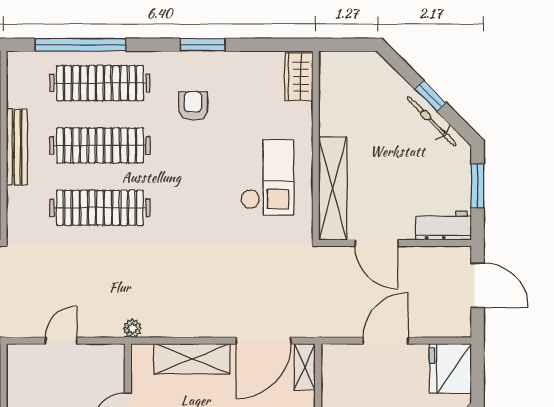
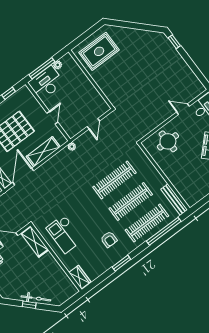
bicycle: (432, 121) -> (36, 298), moved
bench: (17, 147) -> (174, 199), moved
shelving: (333, 189) -> (35, 242), width x0.68

